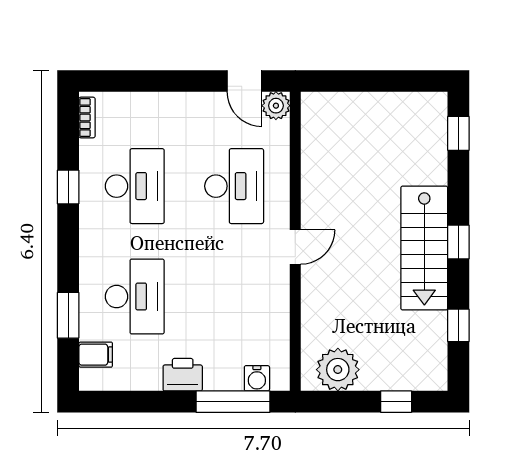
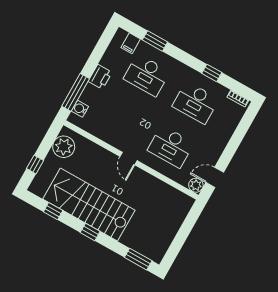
window: (458, 133) -> (138, 259), width x1.50
stairs: (424, 248) -> (89, 205), width x1.36, depth x1.51

